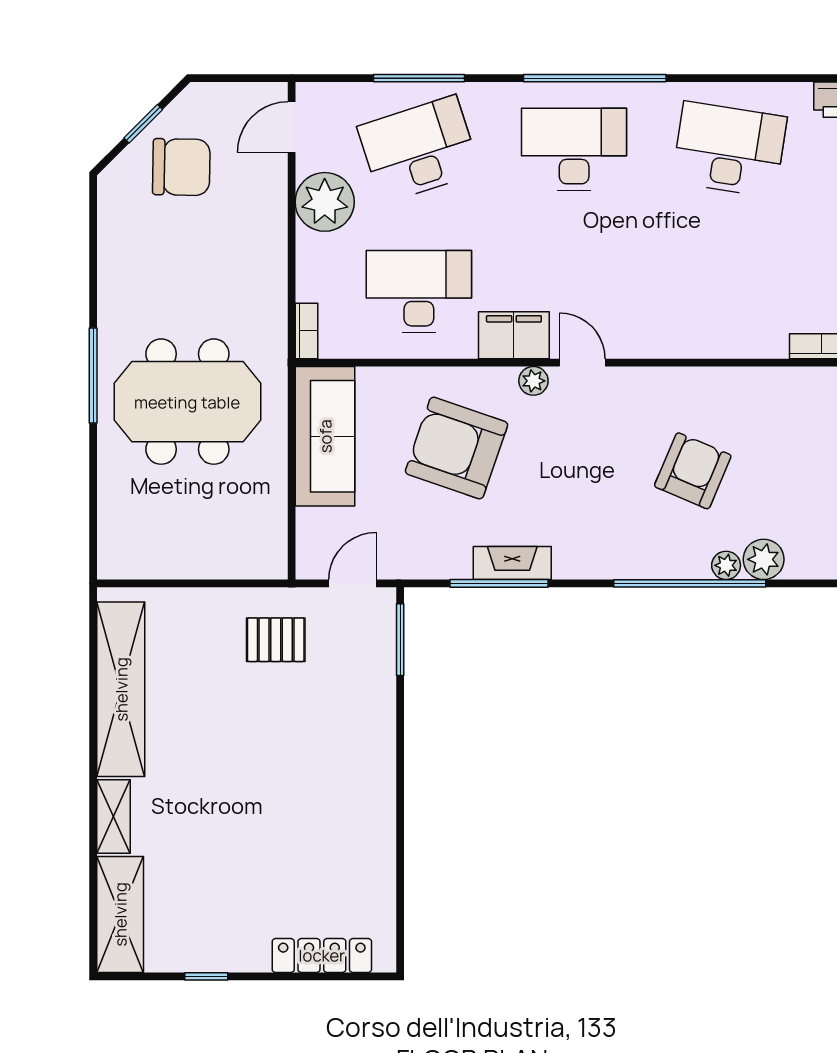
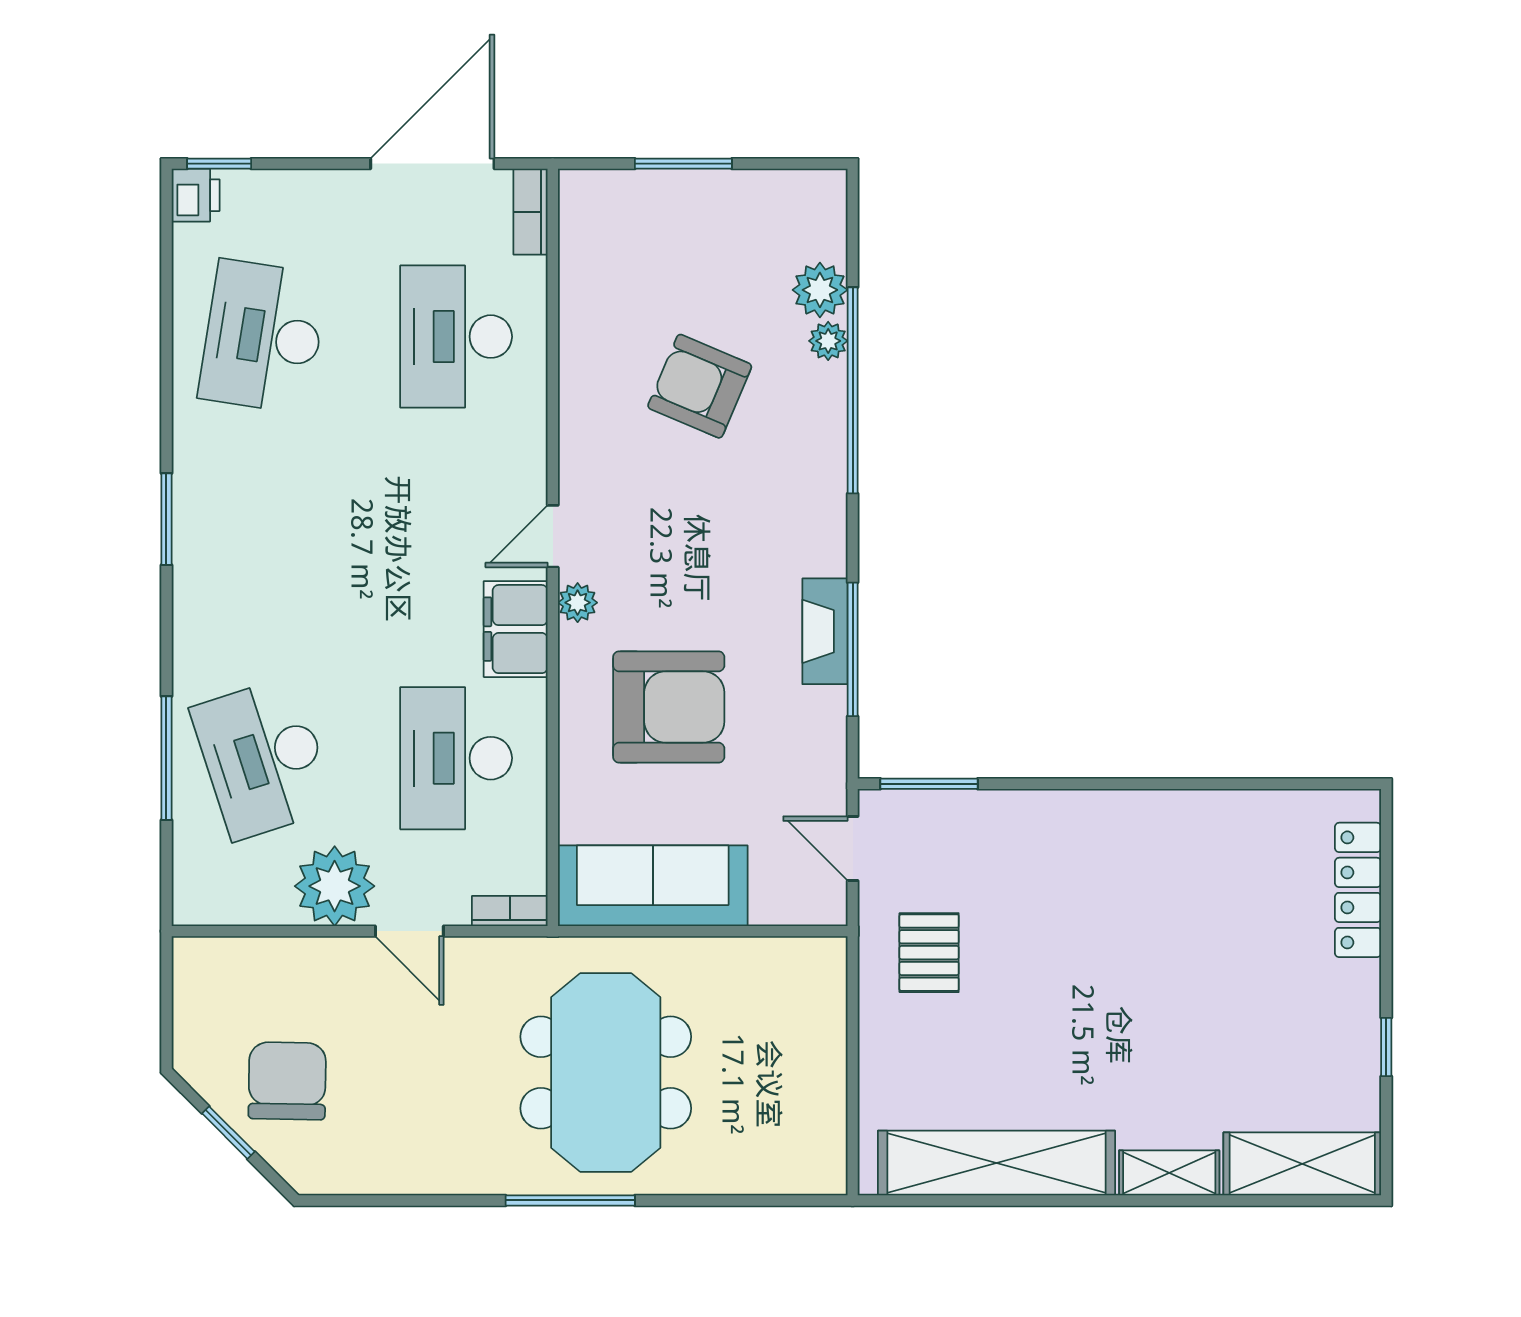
window: (595, 78) -> (166, 519), width x0.47
door: (292, 127) -> (409, 931), moved
desk: (574, 149) -> (456, 337), moved
armchair: (457, 448) -> (669, 707), turned -109

